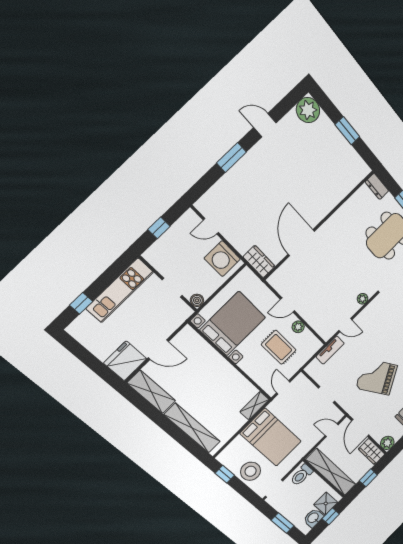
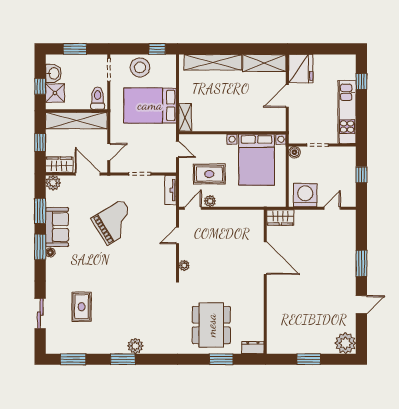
door: (287, 305) -> (193, 208), moved
tv unit: (330, 350) -> (170, 190), moved

